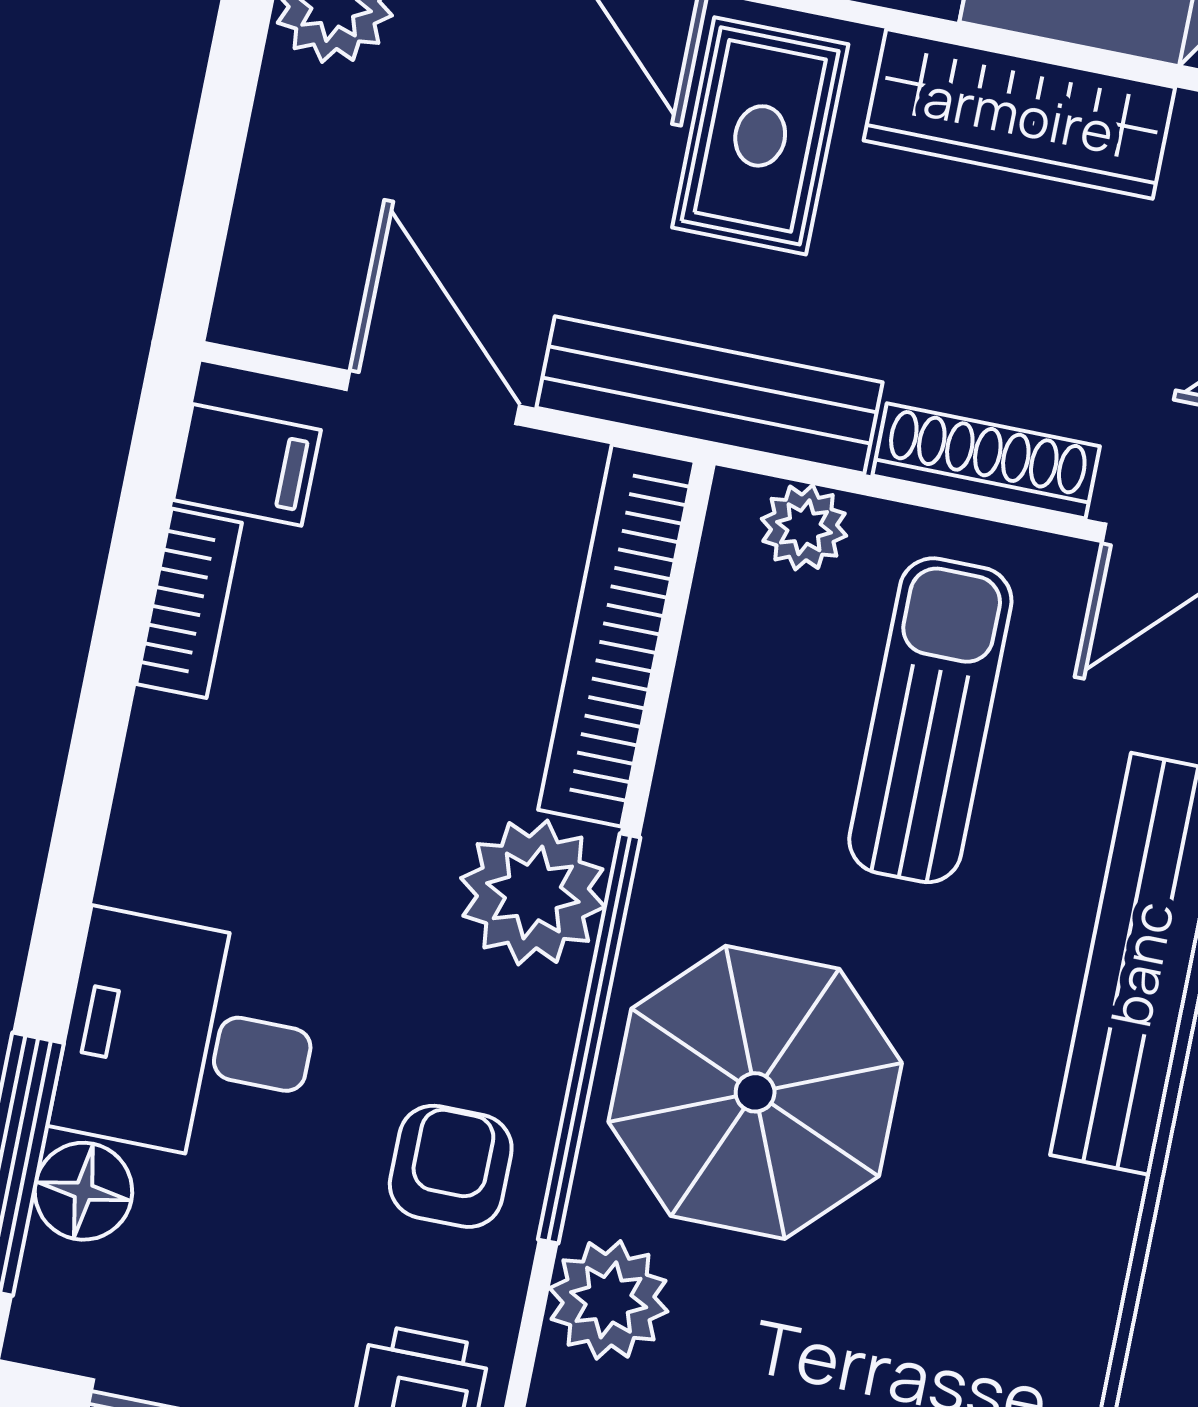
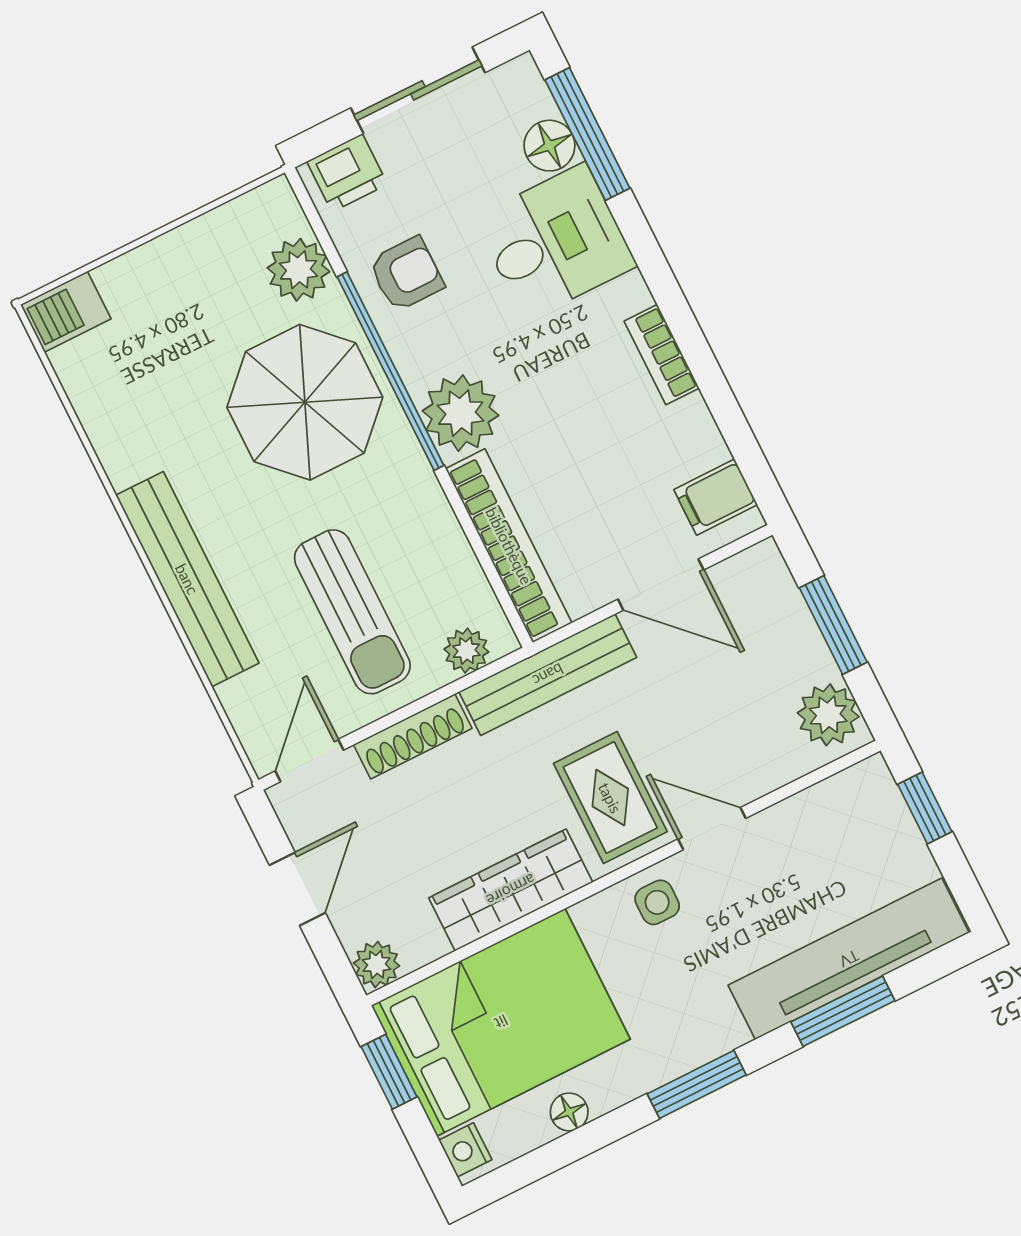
window: (220, 133) -> (833, 625), added
bookcase: (189, 603) -> (662, 355), moved
armchair: (451, 1166) -> (406, 274), turned -90

